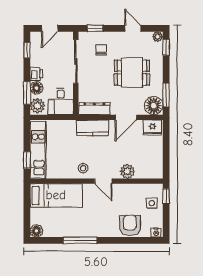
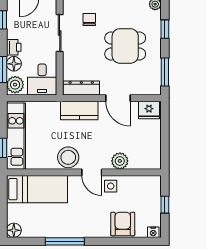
window: (166, 47) -> (165, 29), moved
sliding door: (76, 61) -> (60, 33), width x0.73
floor lamp: (154, 106) -> (150, 84), removed
door: (126, 117) -> (118, 98), hinge flipped
stool: (83, 168) -> (68, 157), width x1.89, depth x1.89
window: (166, 196) -> (165, 205), moved
side table: (152, 203) -> (111, 186), moved

